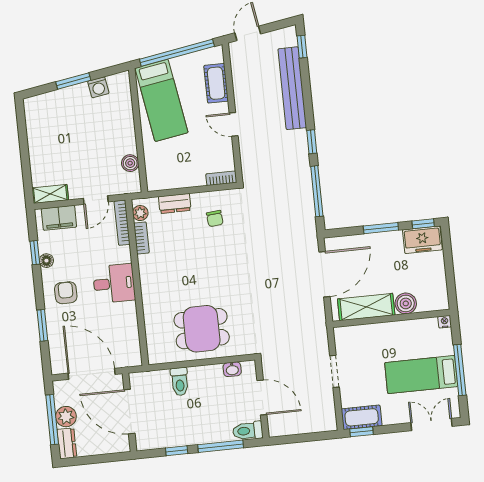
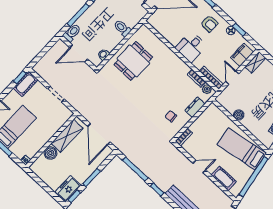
boiler: (130, 163) -> (239, 115), moved

